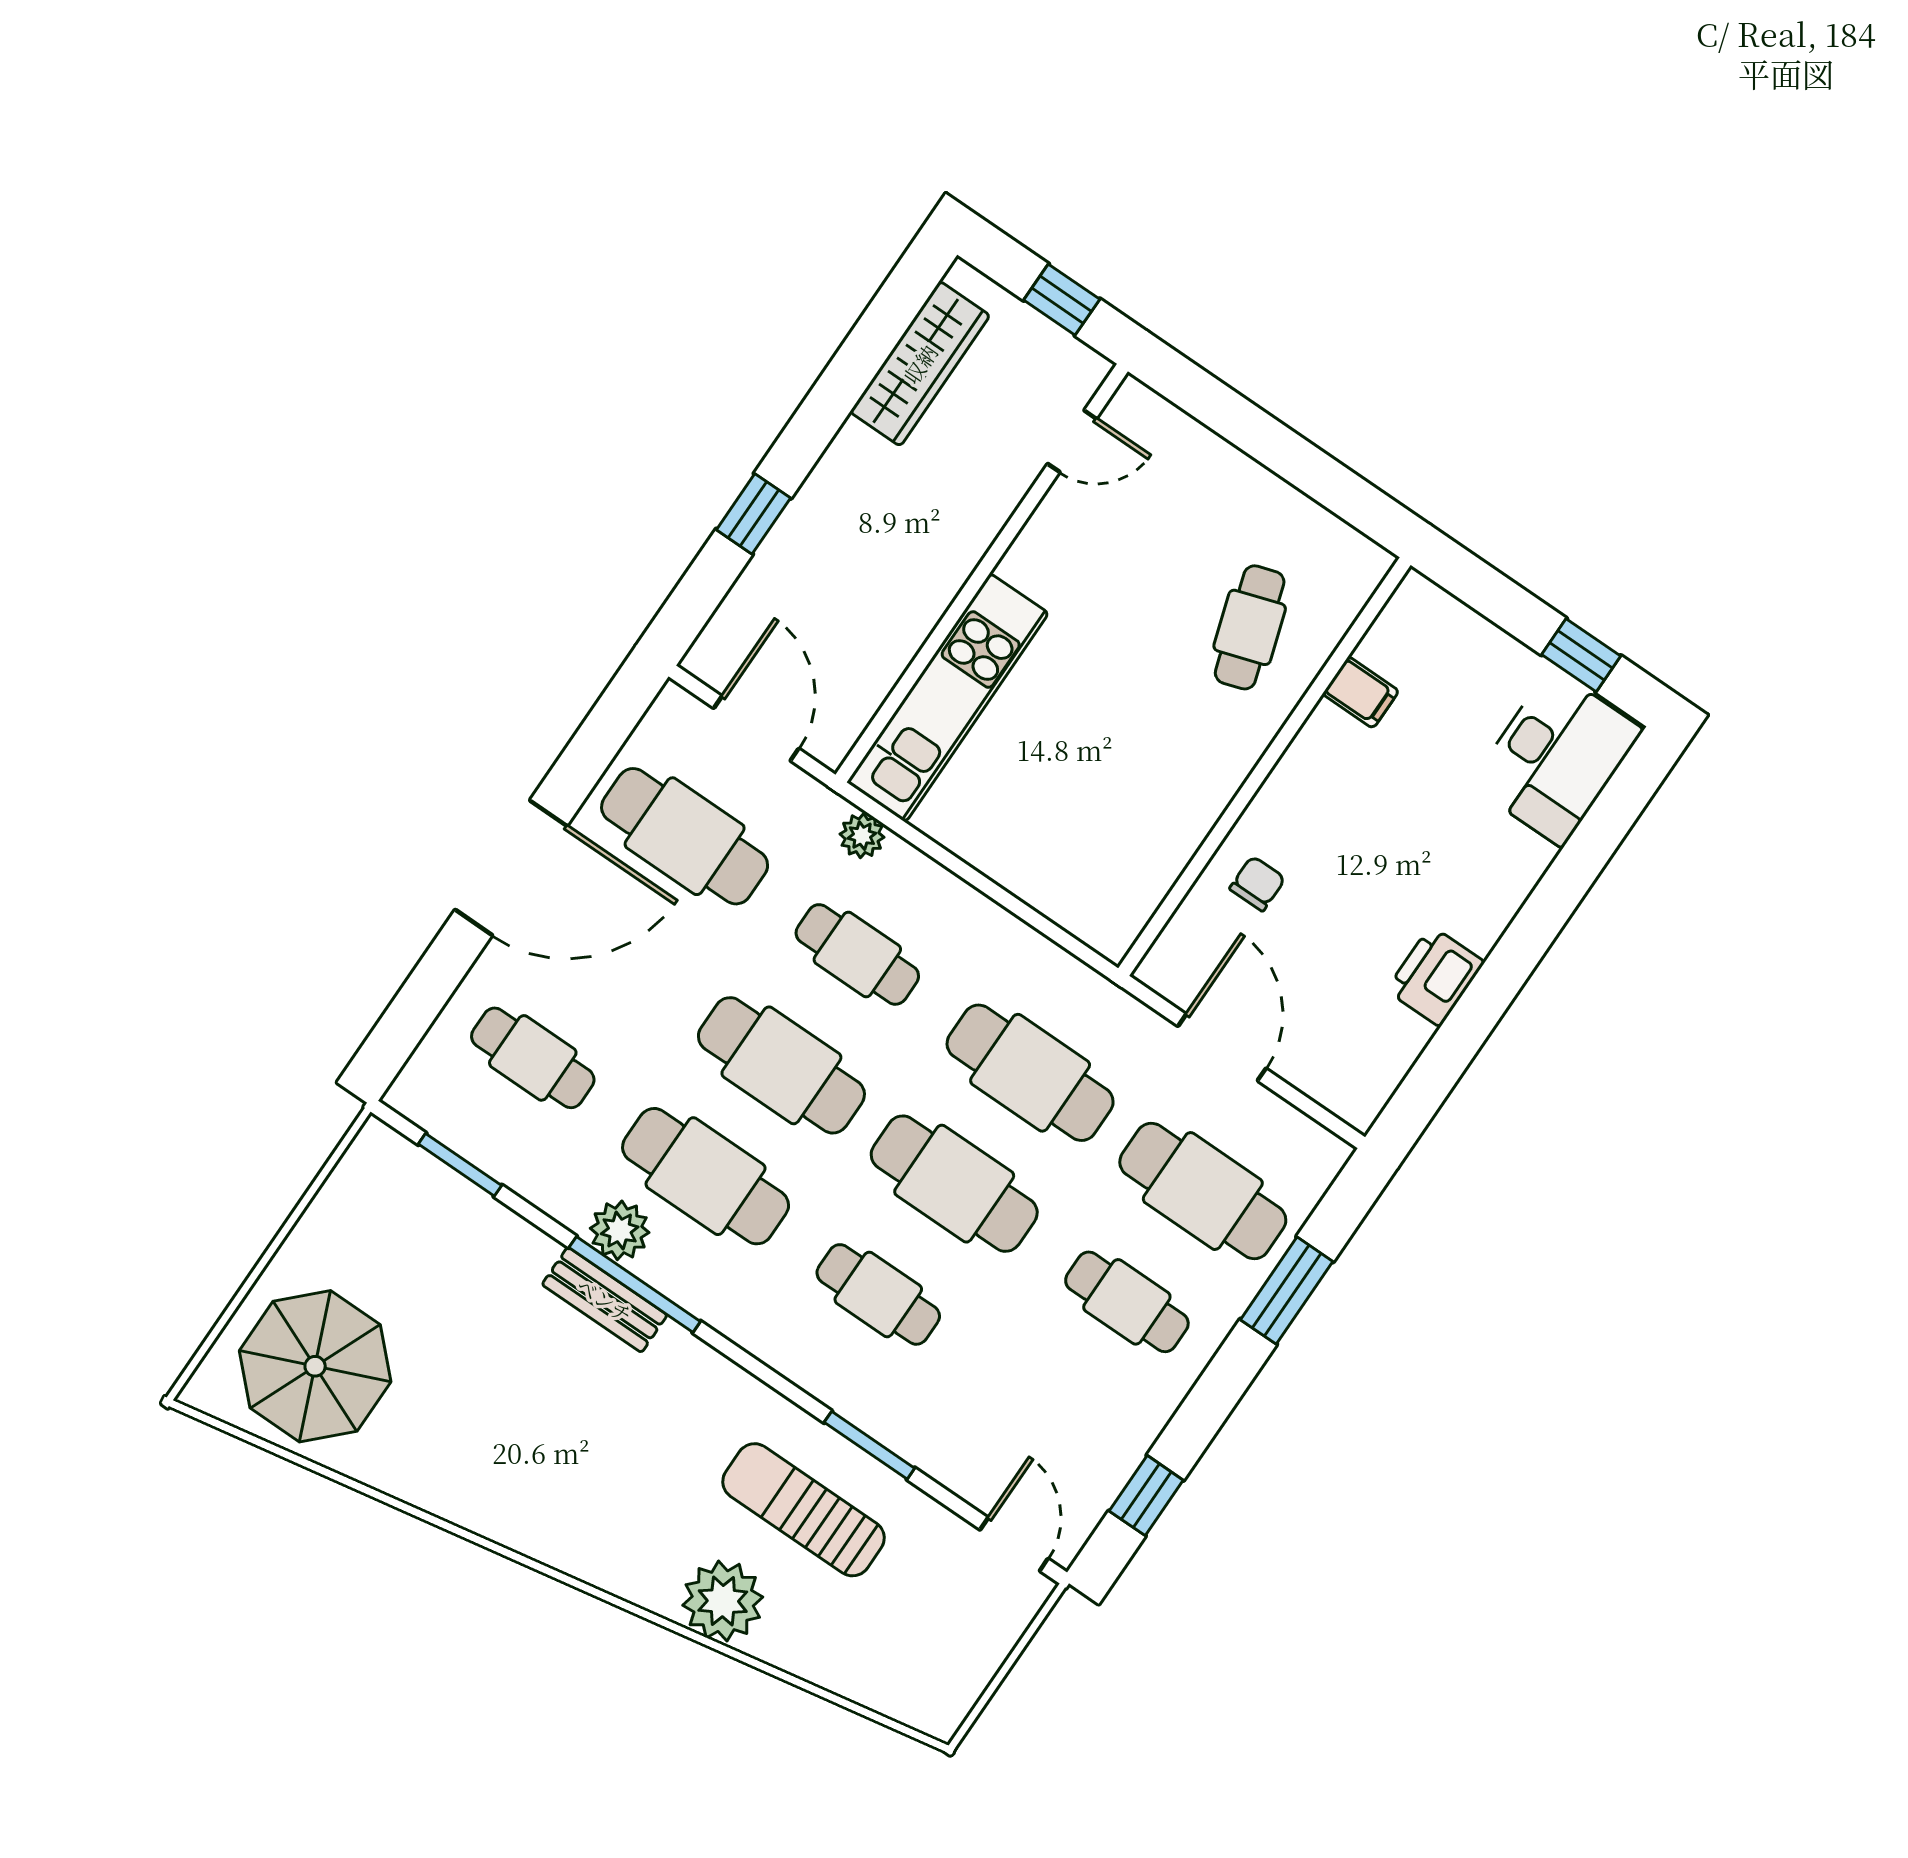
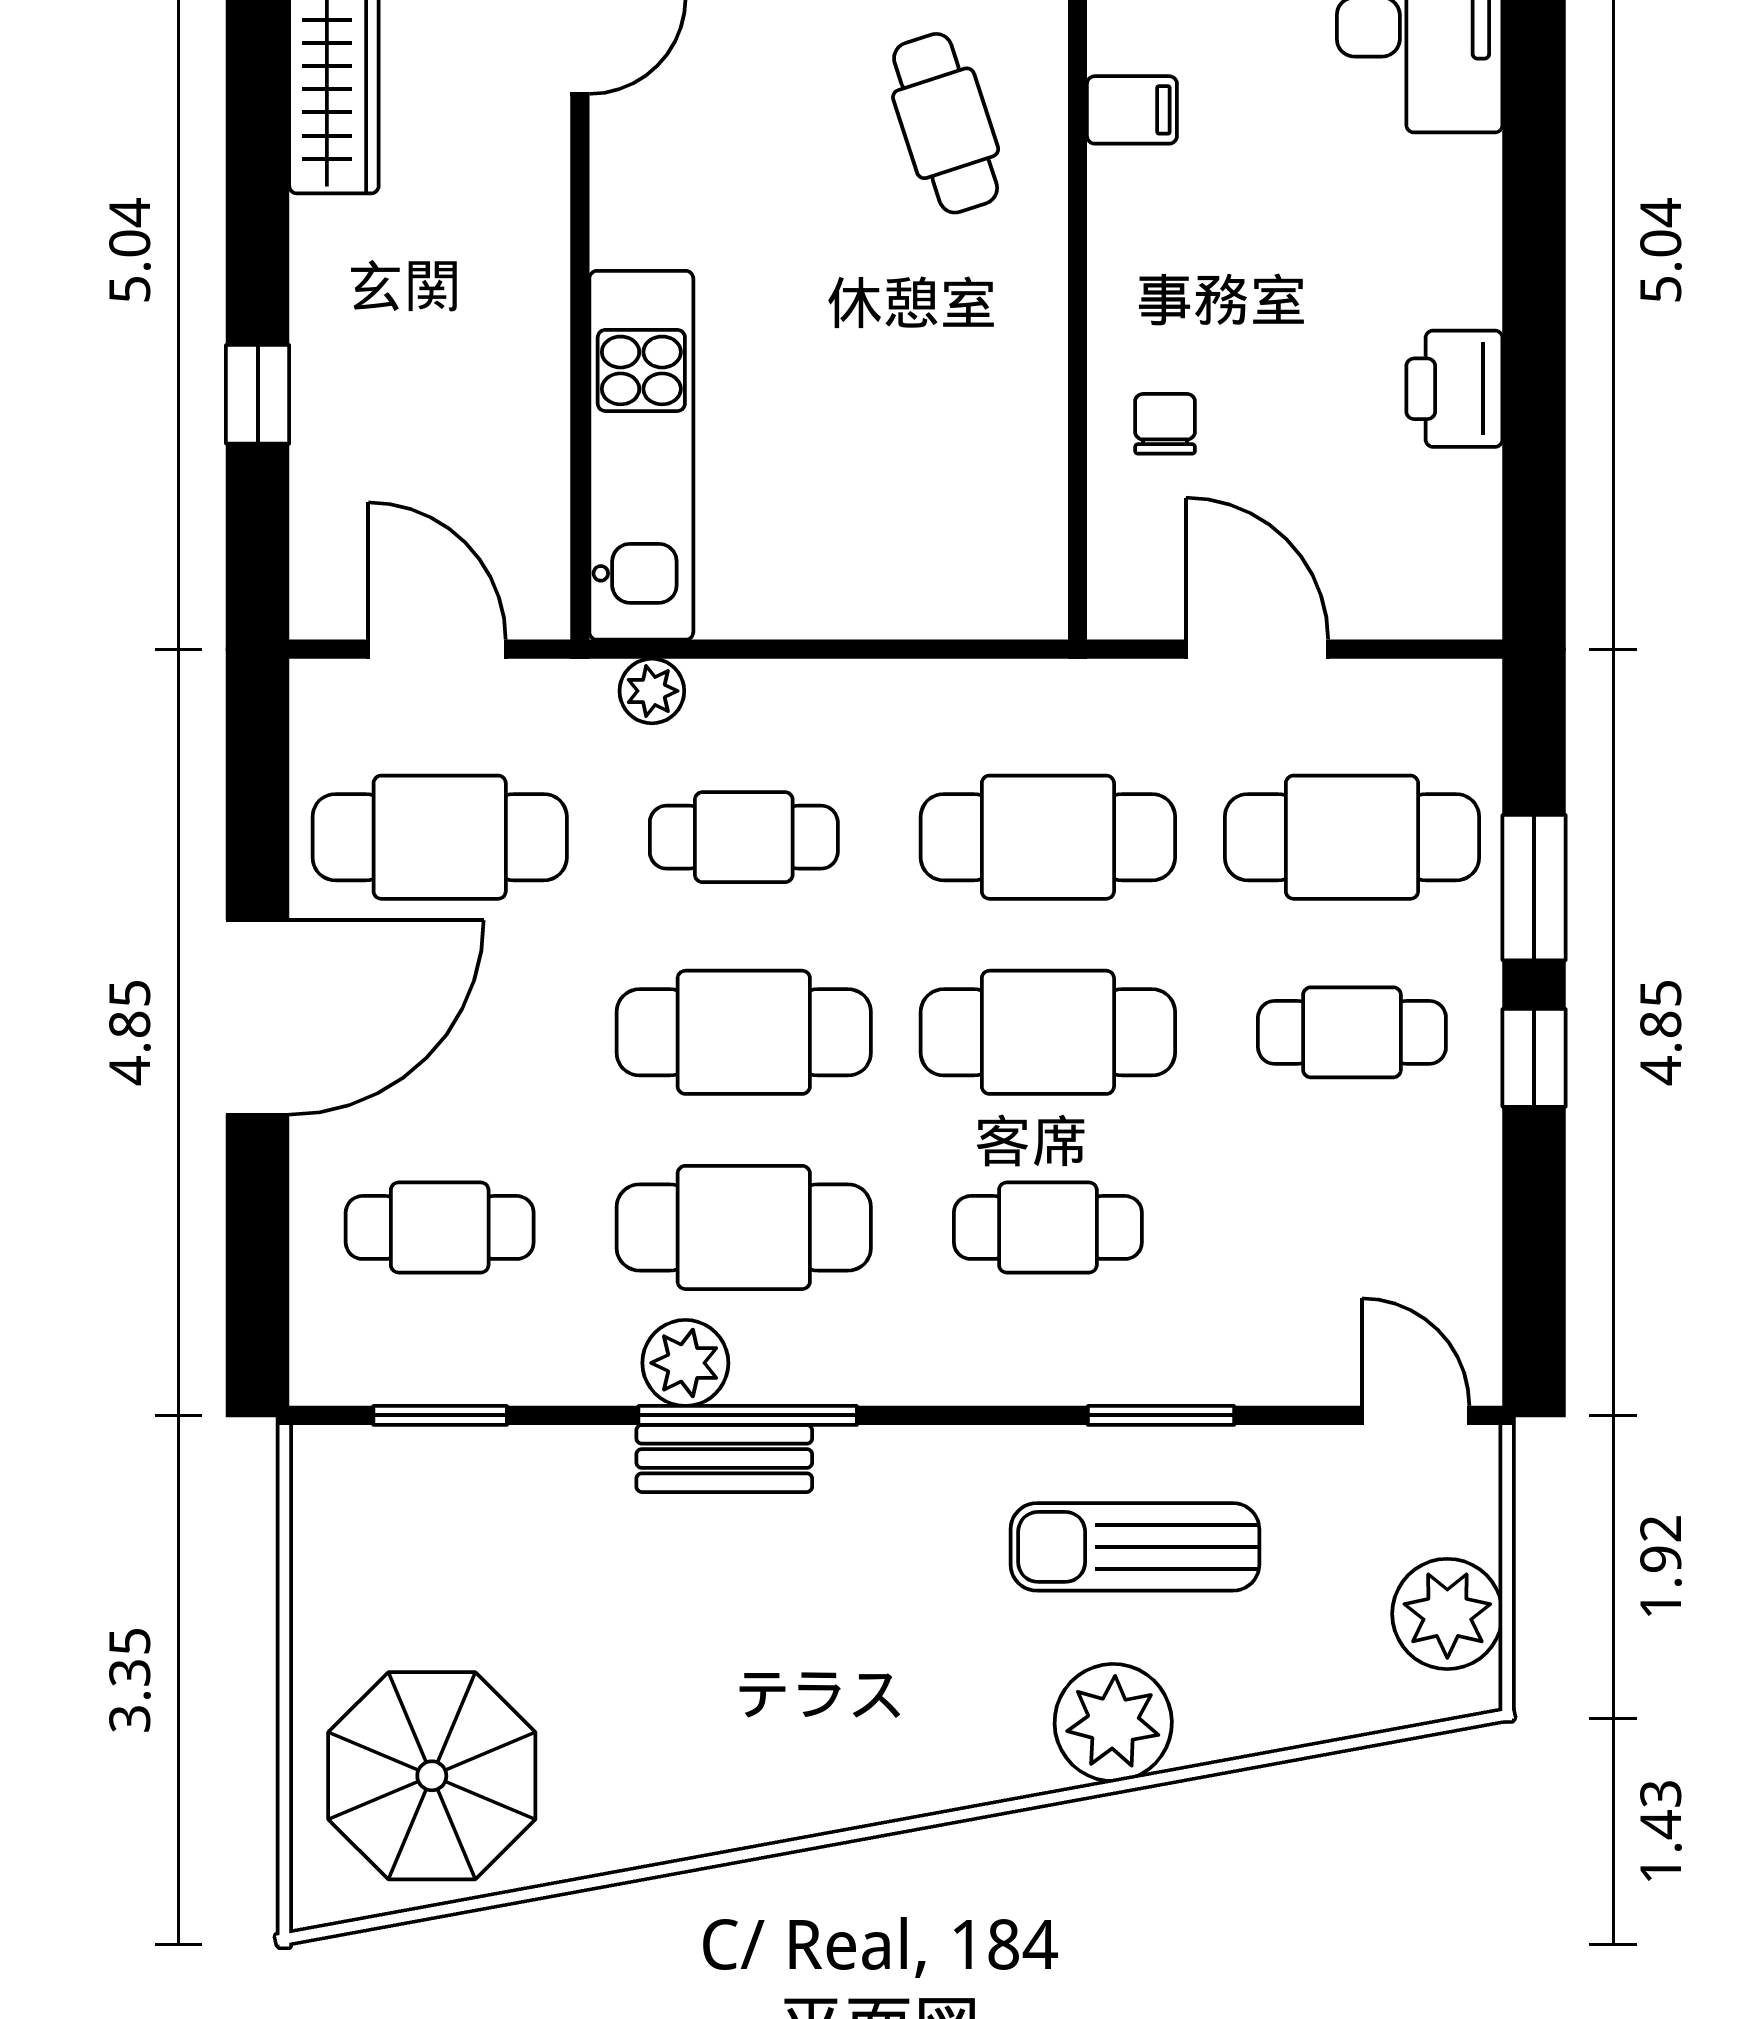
window: (1146, 1496) -> (1534, 1058), moved
plant: (955, 1669) -> (1447, 1614), added

